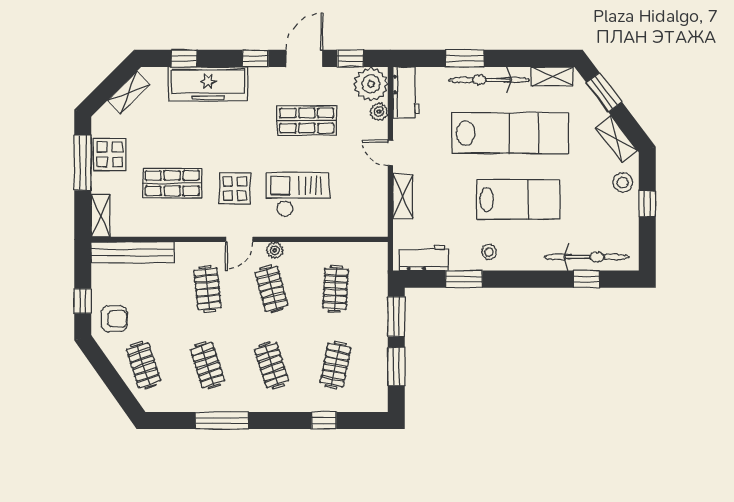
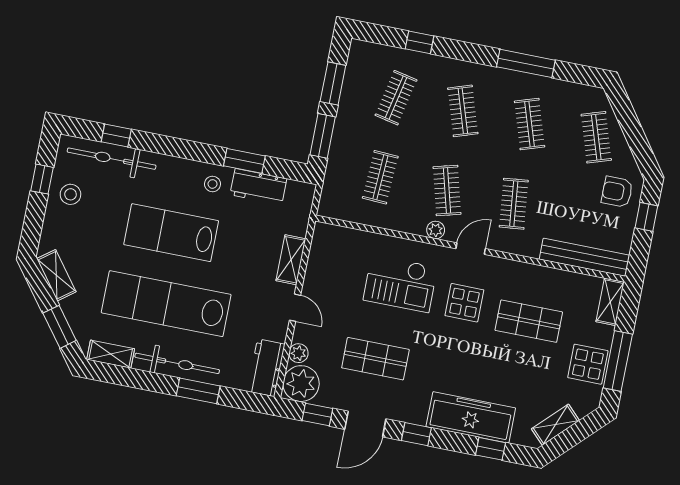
stool: (623, 183) -> (70, 194), moved
window: (647, 204) -> (42, 179), moved
workbench: (424, 258) -> (258, 187), moved

